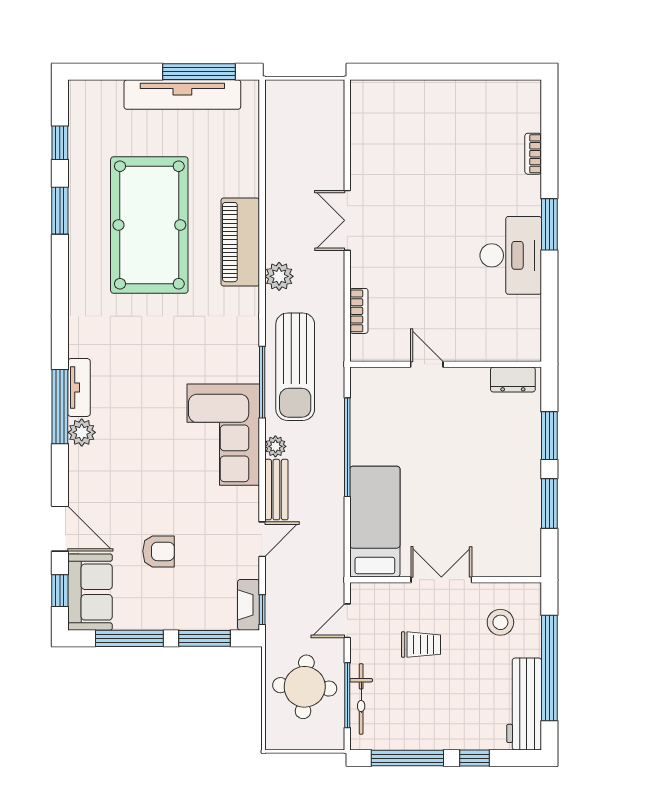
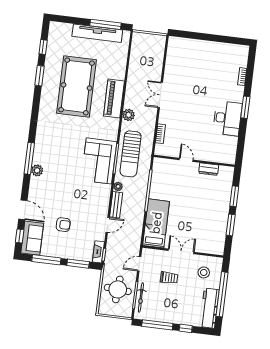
dresser: (513, 380) -> (209, 169), moved
tv unit: (79, 387) -> (38, 151), removed
corner sofa: (223, 435) -> (99, 161), moved

